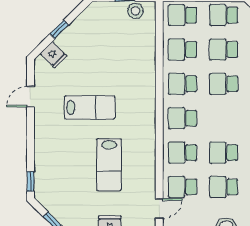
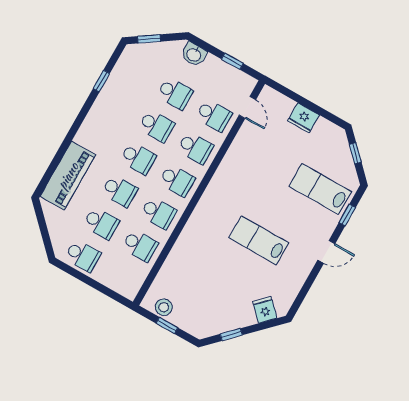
school desk: (182, 15) -> (138, 158), moved
window: (59, 29) -> (231, 335), moved
door: (30, 97) -> (326, 252), moved
lab bench: (109, 165) -> (320, 189), moved, turned -90
window: (30, 181) -> (347, 215), moved
door: (159, 209) -> (247, 107), swing flipped

